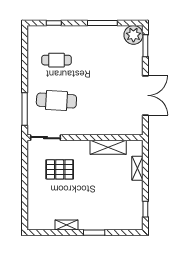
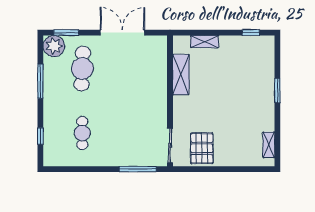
cafe table: (56, 101) -> (82, 69), moved
pallet: (60, 169) -> (202, 148), moved
shelving: (67, 225) -> (269, 145), moved

